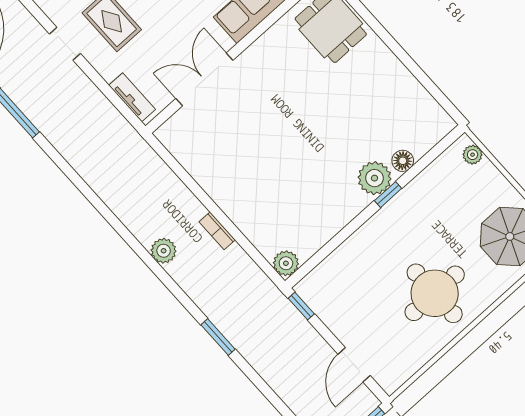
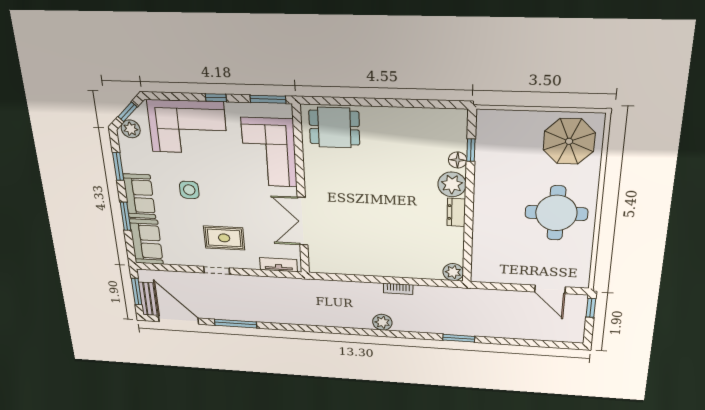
plant: (473, 155) -> (495, 117), removed
window: (388, 195) -> (471, 150), moved
dresser: (350, 208) -> (456, 212), added
window: (301, 306) -> (486, 286), removed

